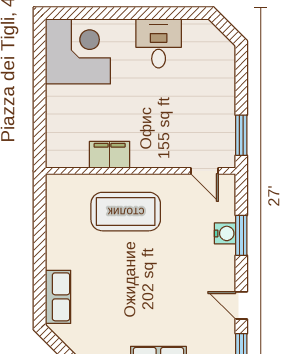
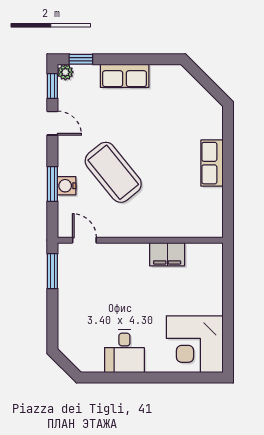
coffee table: (126, 212) -> (113, 172), moved, turned 51
row of seats: (58, 297) -> (212, 163), moved

